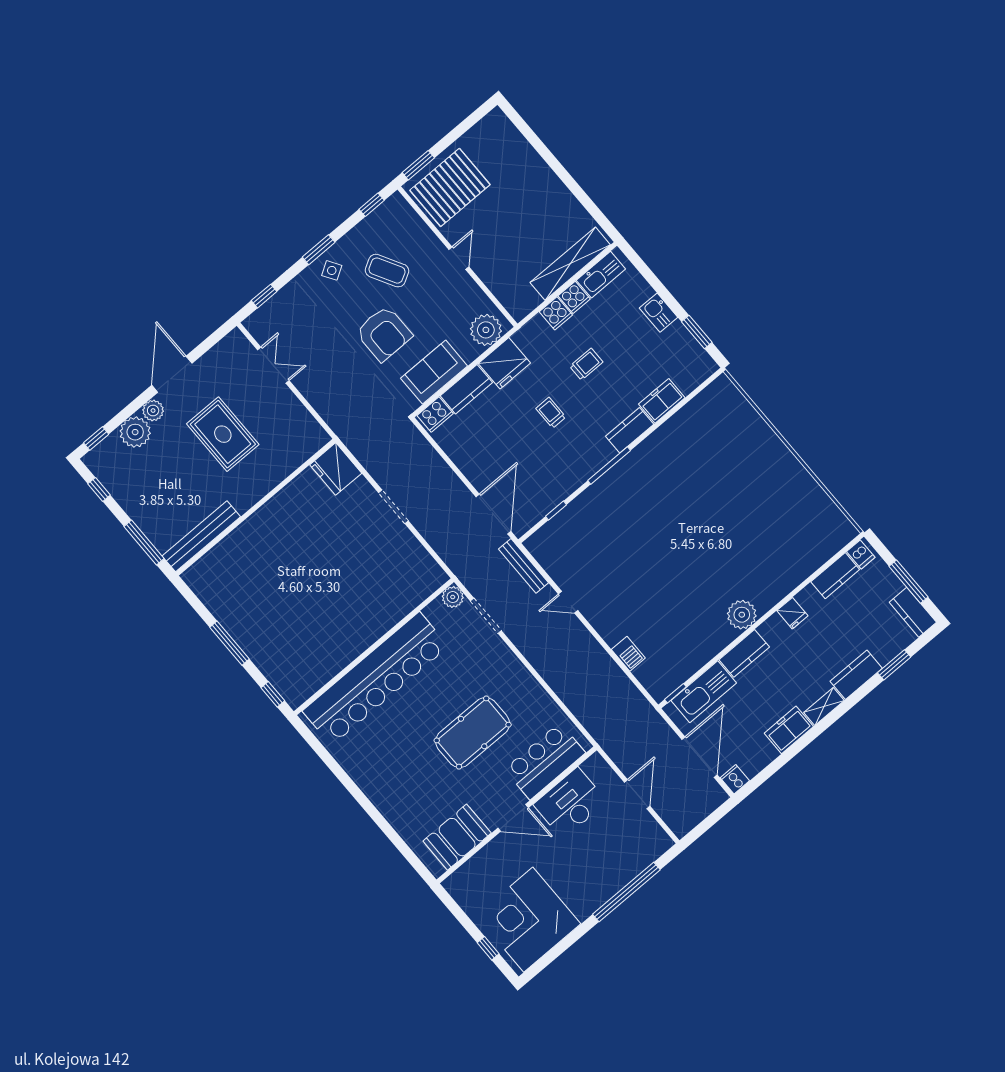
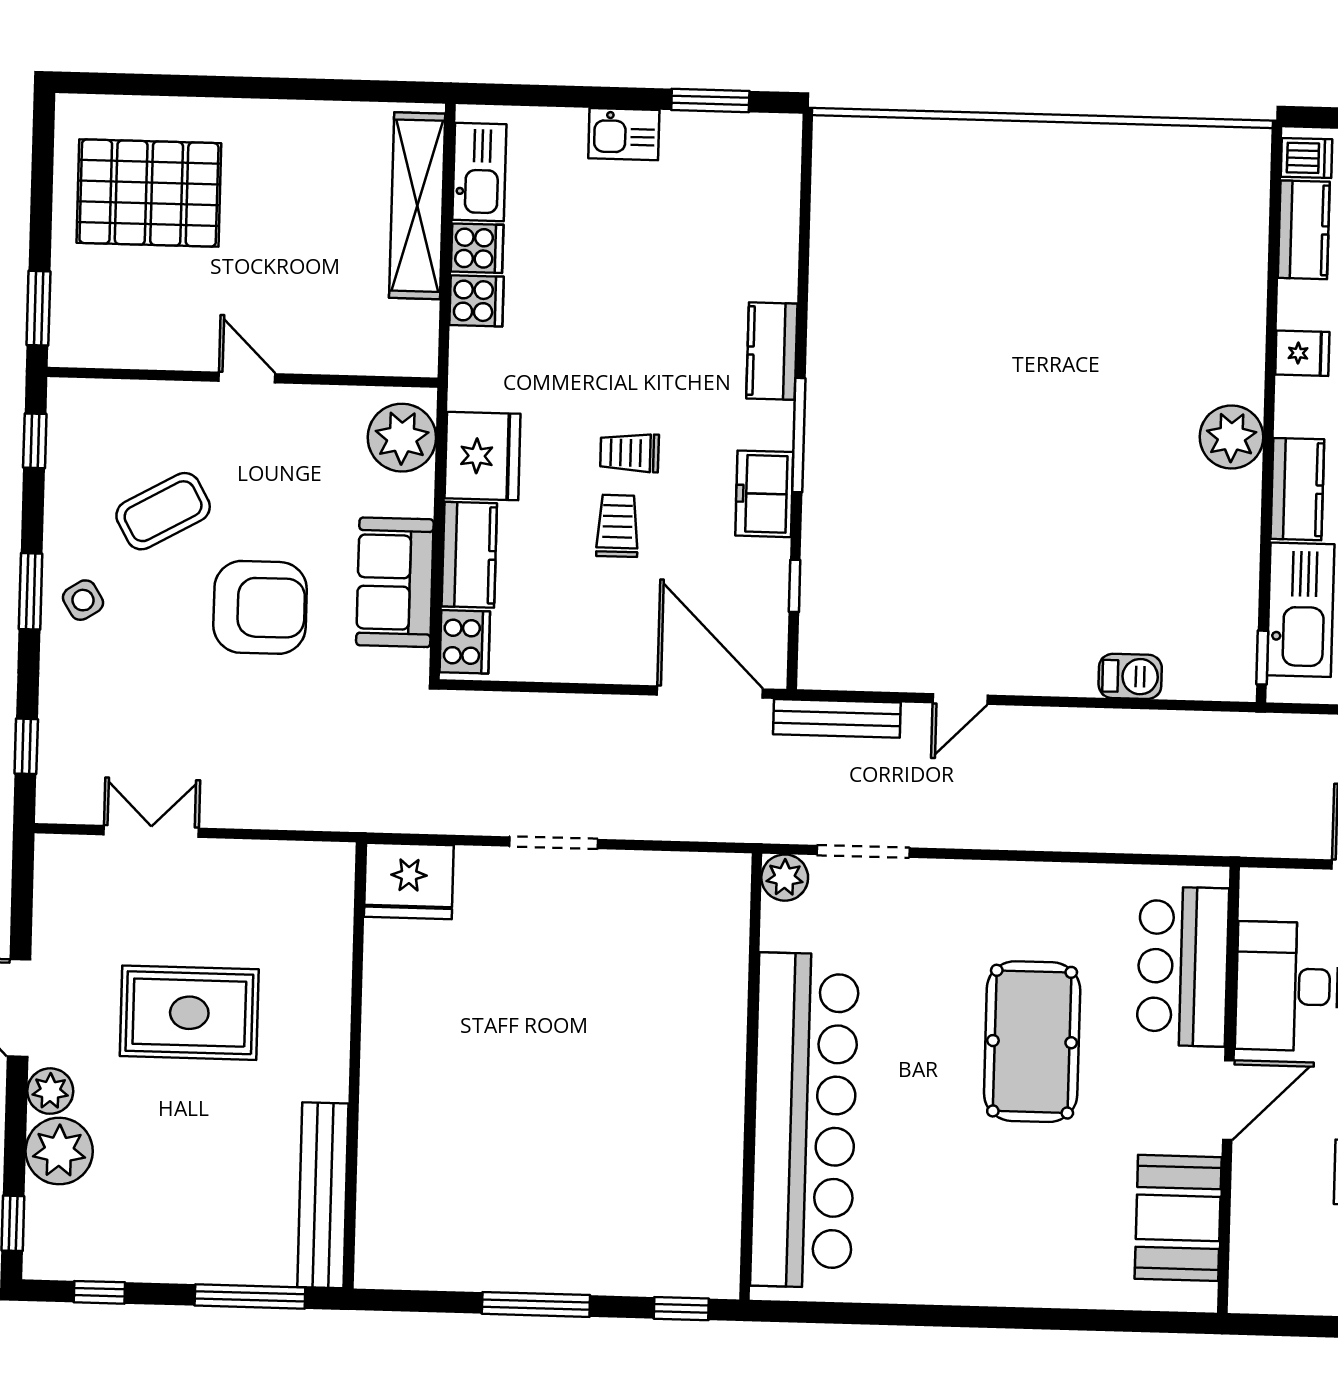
pallet: (450, 187) -> (149, 193), moved, turned 90
trolley: (586, 364) -> (617, 526), moved
freezer: (662, 401) -> (764, 494), moved

